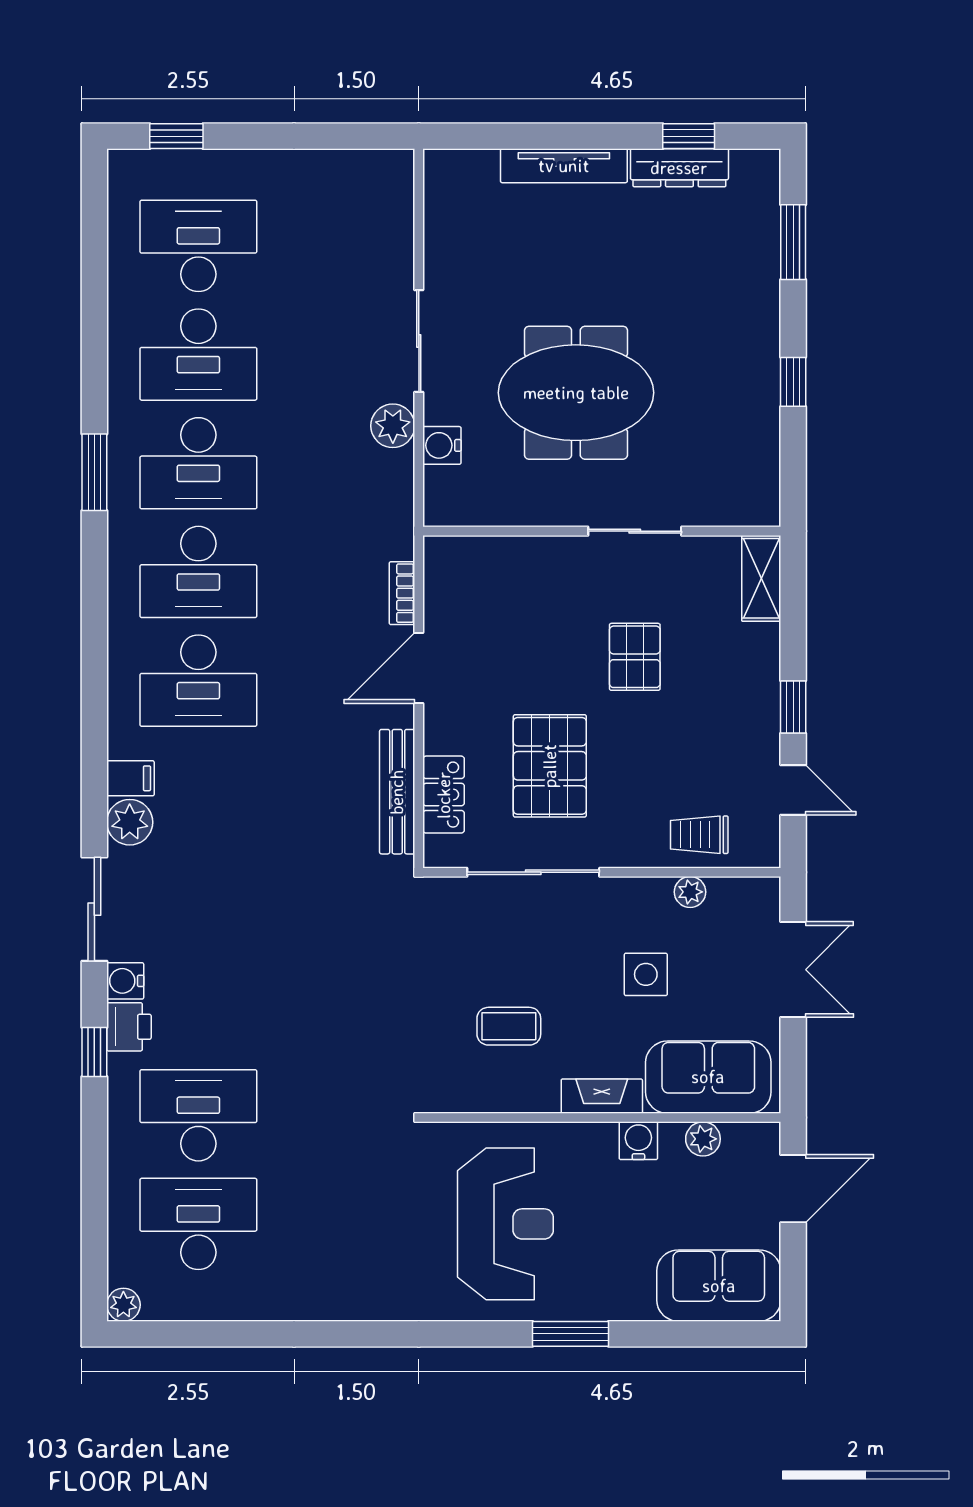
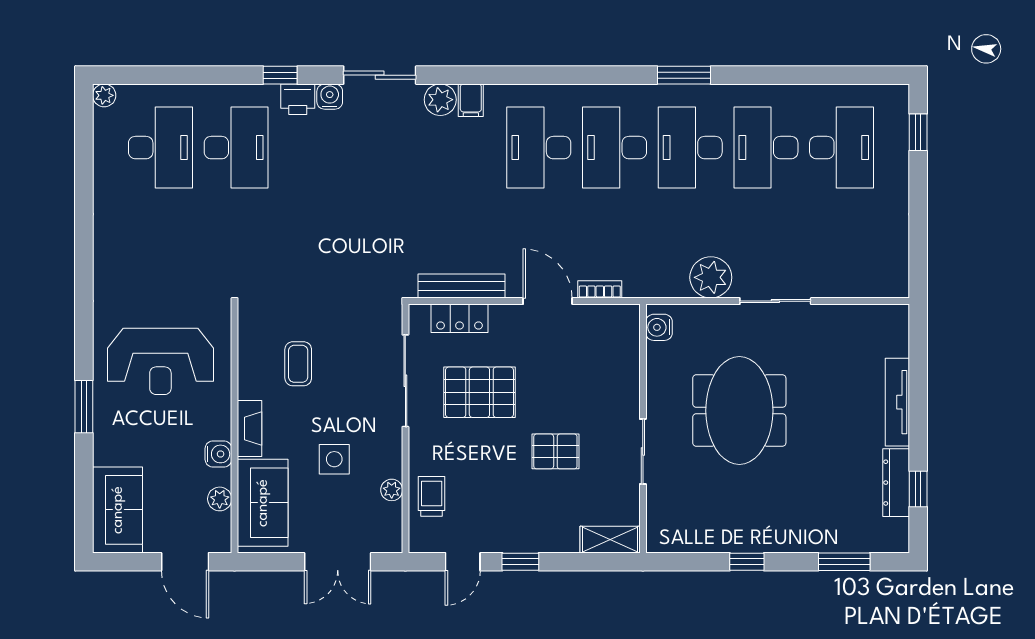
plant: (393, 426) -> (711, 277), width x1.36, depth x1.36
water cooler: (442, 445) -> (659, 327), moved, turned -90

